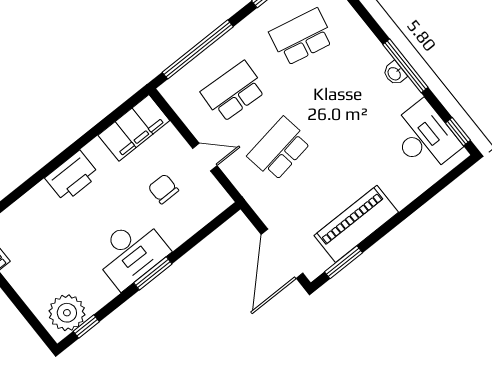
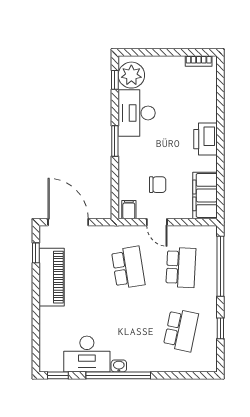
window: (405, 66) -> (118, 375), width x1.46
desk: (424, 137) -> (87, 354), moved
door: (205, 157) -> (157, 222), hinge flipped
filing cabinet: (216, 199) -> (129, 210), added
desk: (131, 252) -> (137, 113), moved
window: (344, 262) -> (36, 253), width x0.67

